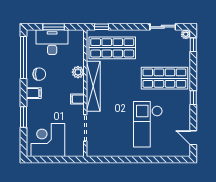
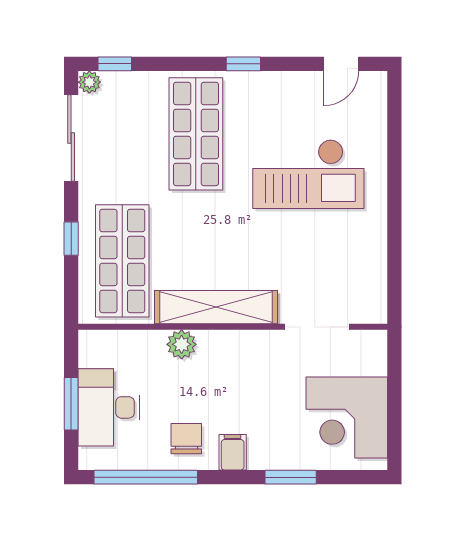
window: (102, 27) -> (71, 239), moved
sliding door: (163, 27) -> (71, 138), width x1.37
filing cabinet: (77, 99) -> (247, 346), removed

